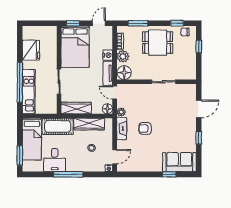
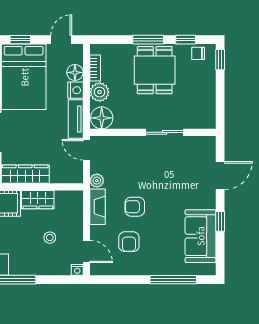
window: (138, 23) -> (148, 40), moved
dining table: (158, 43) -> (155, 70), turned 90
window: (199, 47) -> (220, 60), moved
floor lamp: (107, 109) -> (75, 72), moved
wardrobe: (89, 124) -> (38, 200), width x0.67
armchair: (141, 150) -> (129, 242), added
door: (115, 157) -> (86, 252), hinge flipped
sofa: (179, 162) -> (200, 236), moved, turned -90
window: (169, 174) -> (173, 280), width x2.17

